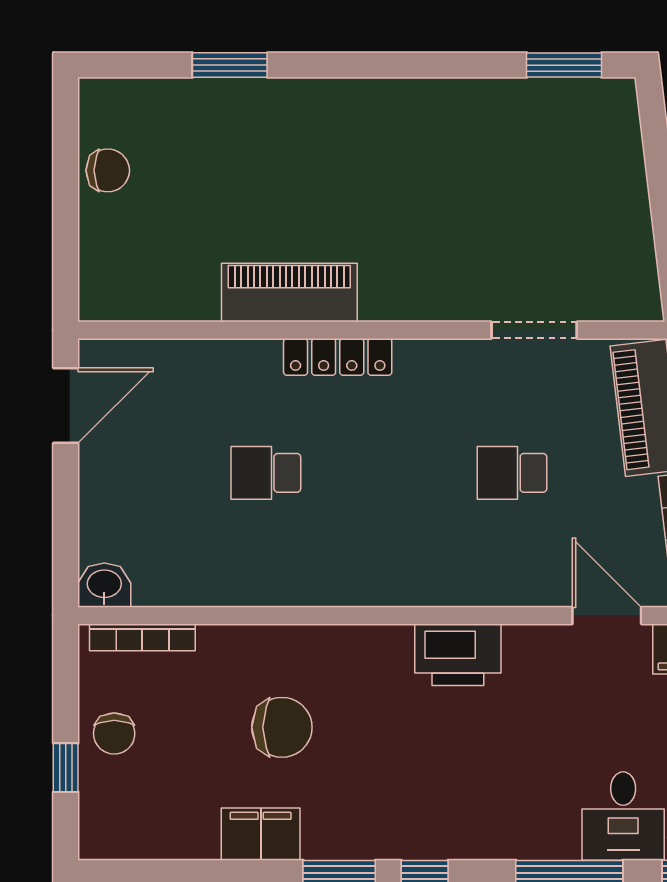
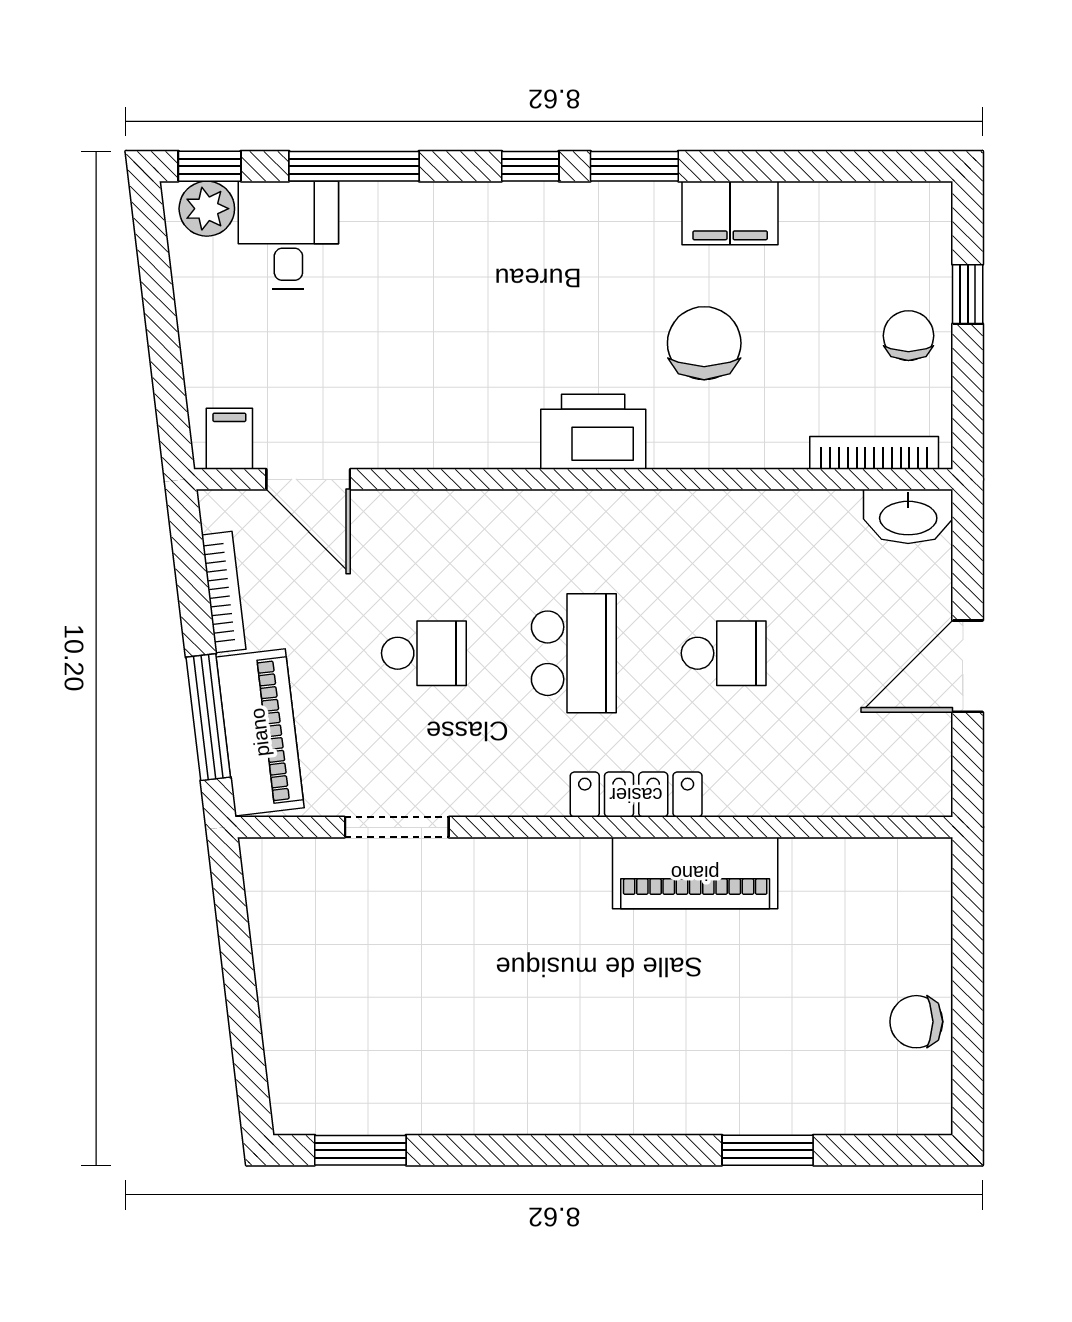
door: (66, 406) -> (968, 666), moved
school desk: (389, 473) -> (574, 653), added
washbasin: (104, 585) -> (908, 516), width x1.38
printer: (458, 655) -> (593, 432), moved
chair: (282, 727) -> (704, 343), turned 90

